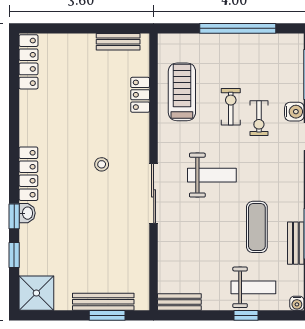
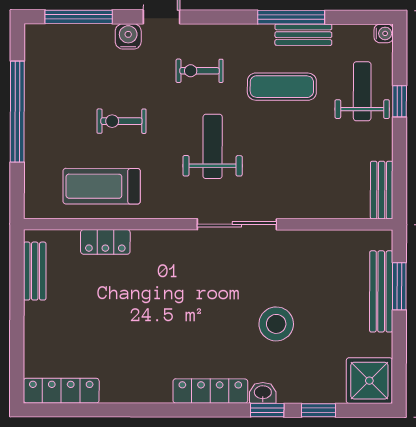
exercise bike: (259, 118) -> (200, 71), moved, turned 180
stool: (102, 164) -> (276, 324), moved, width x1.89, depth x1.89

